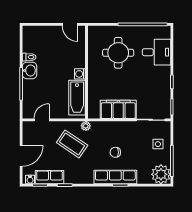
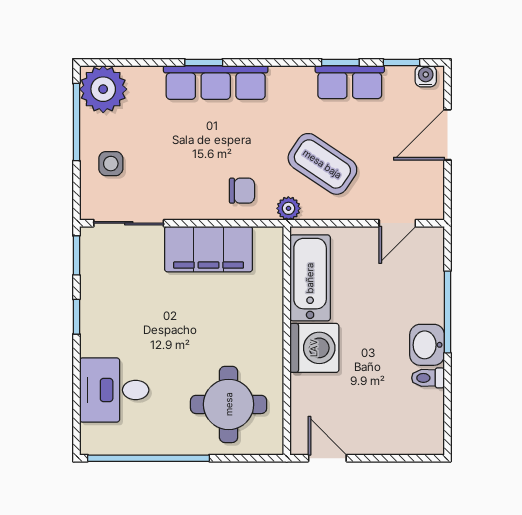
round table: (118, 53) -> (229, 404), moved
washing machine: (80, 74) -> (314, 348), width x1.89, depth x1.89
chair: (115, 152) -> (242, 191), moved
row of seats: (49, 177) -> (350, 82), moved

